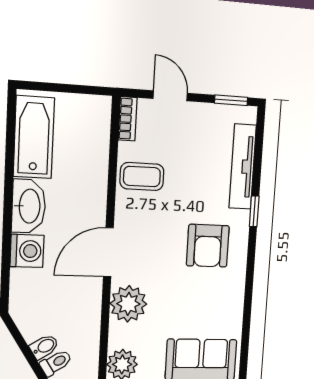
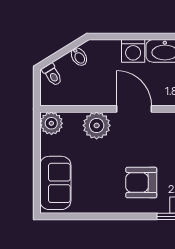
bidet: (44, 347) -> (79, 57), moved

